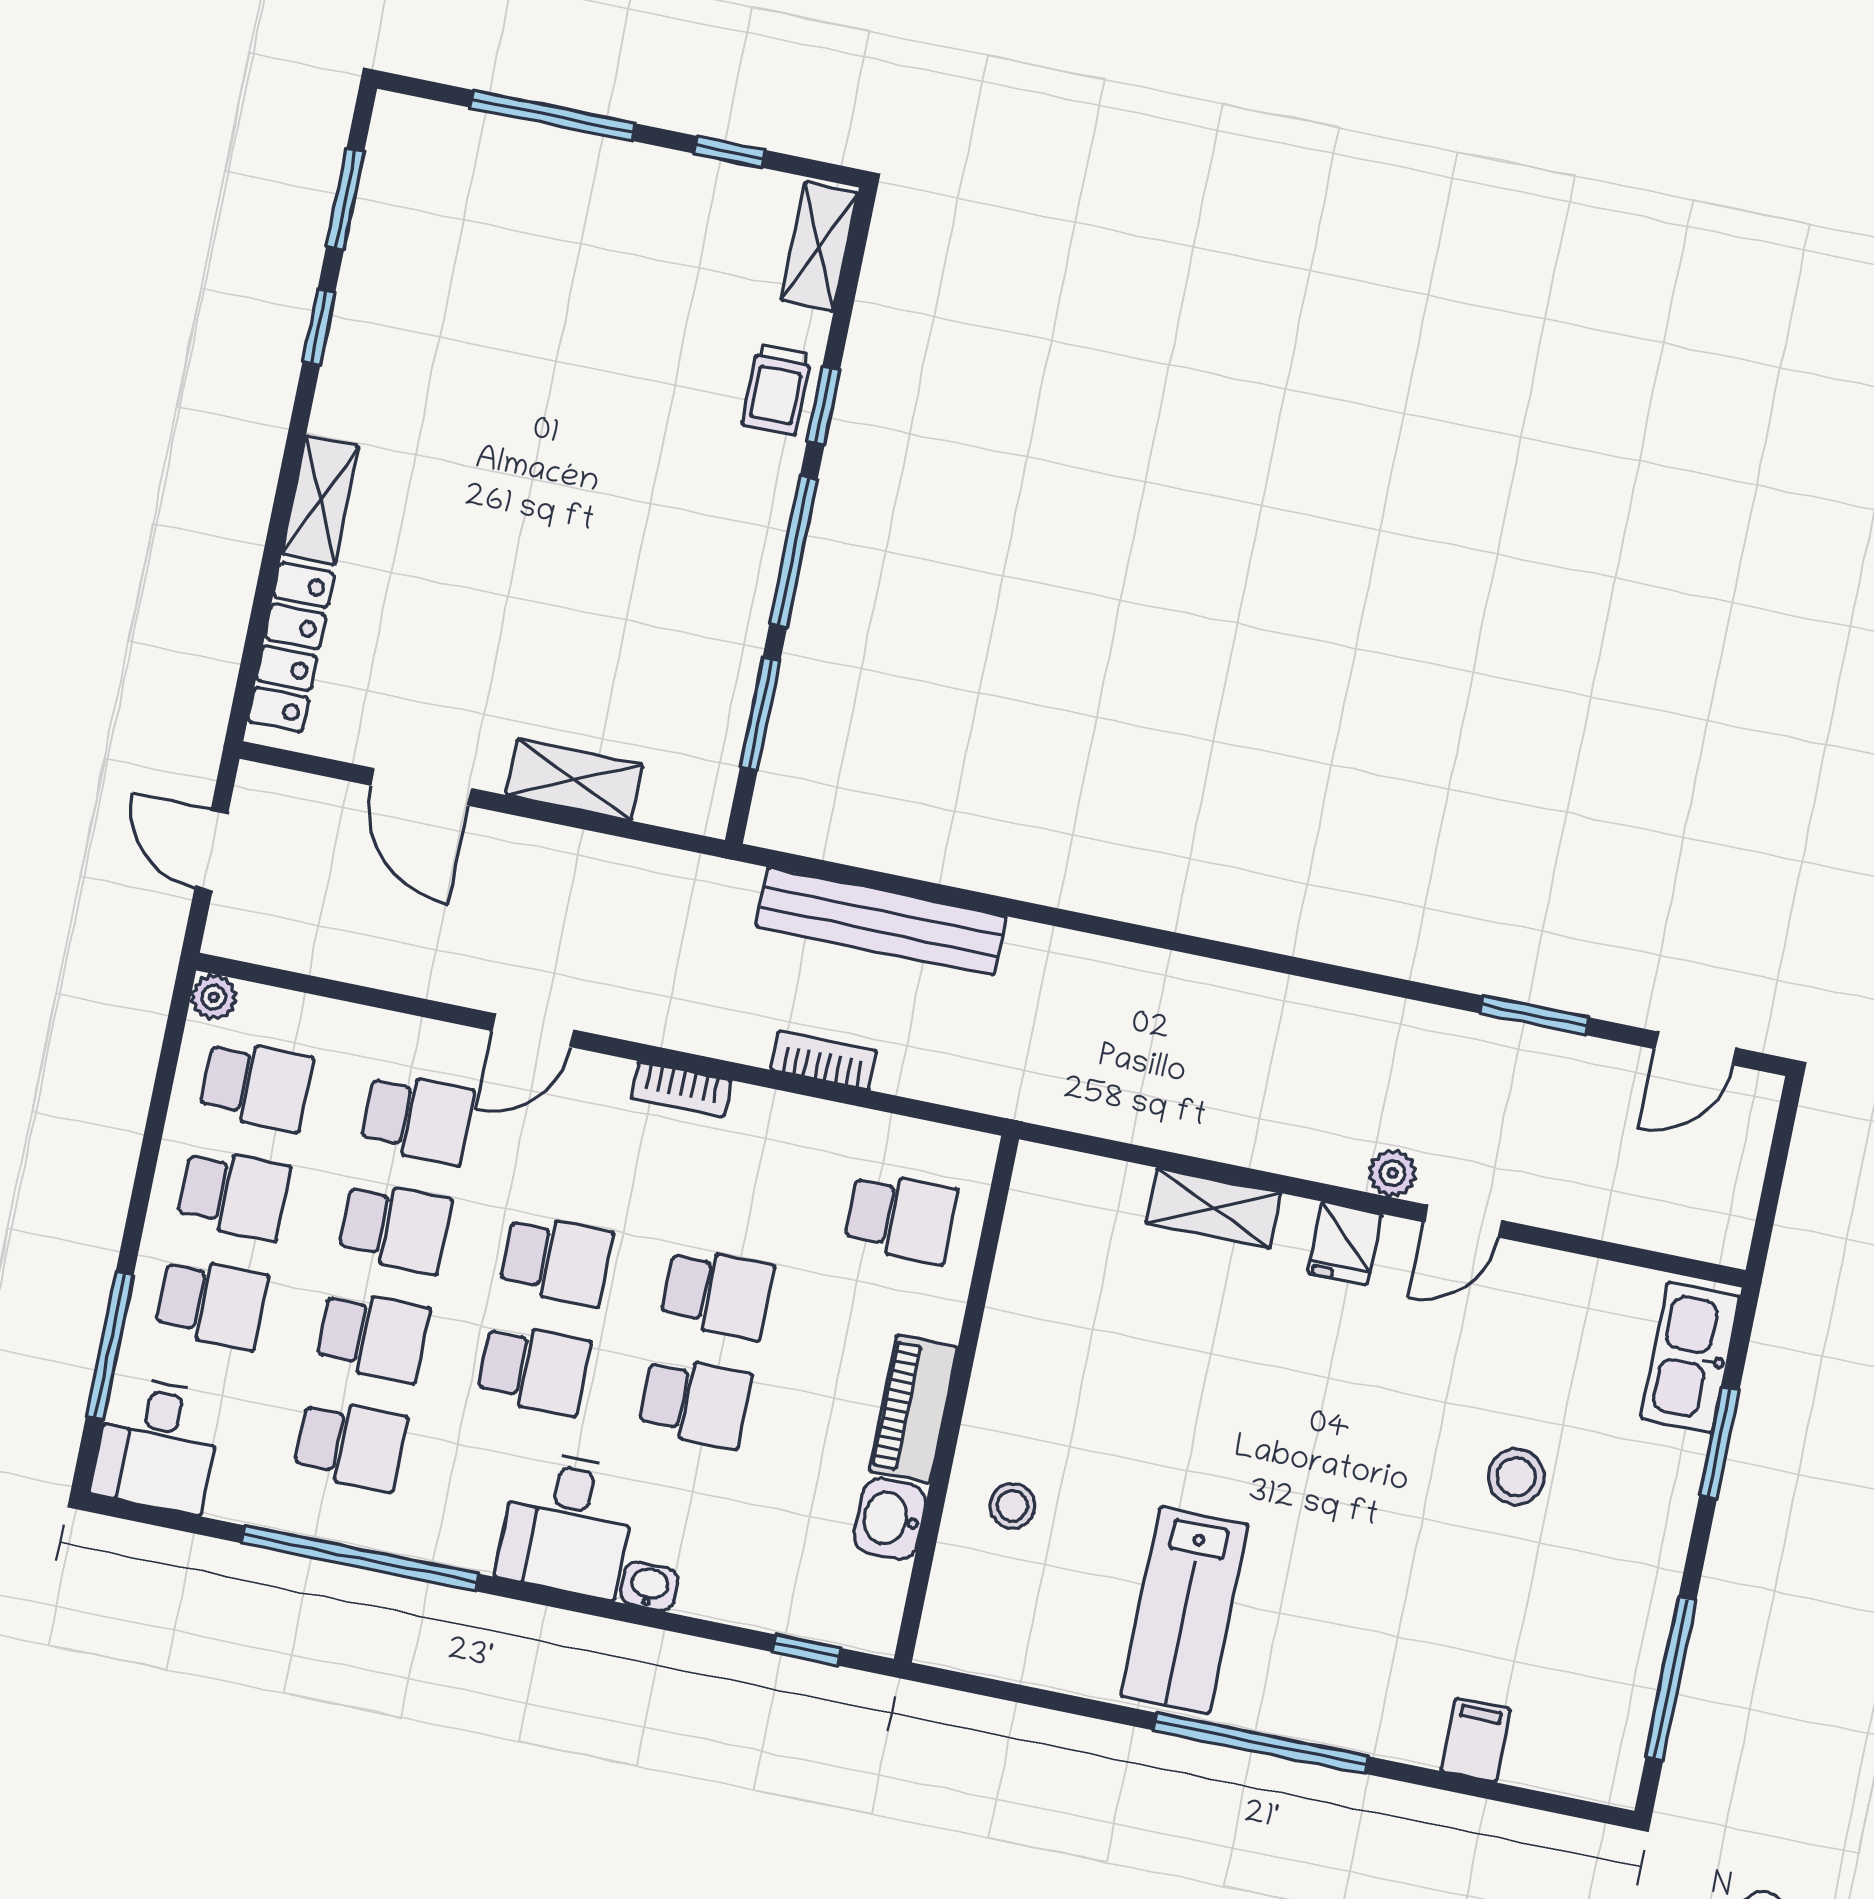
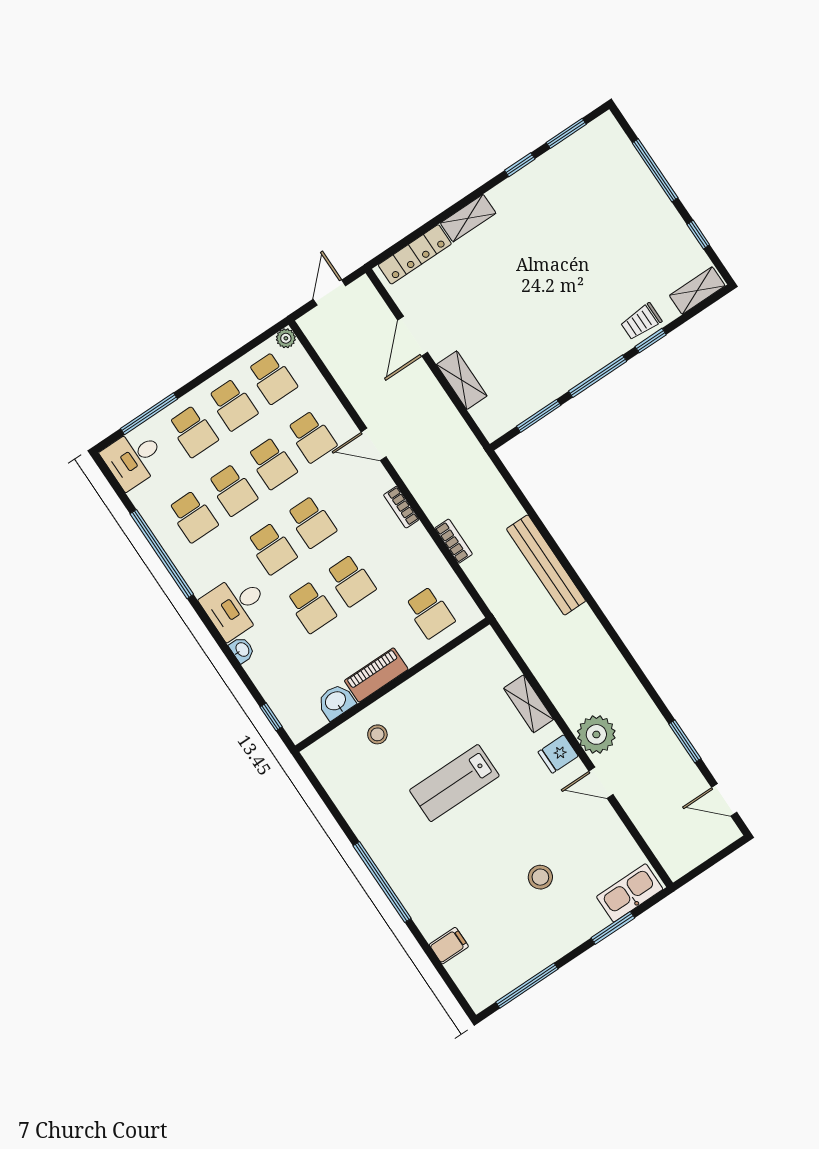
bench: (881, 921) -> (546, 565), moved
plant: (1393, 1173) -> (596, 734), width x1.87, depth x1.87
lab bench: (1184, 1610) -> (454, 783), moved

